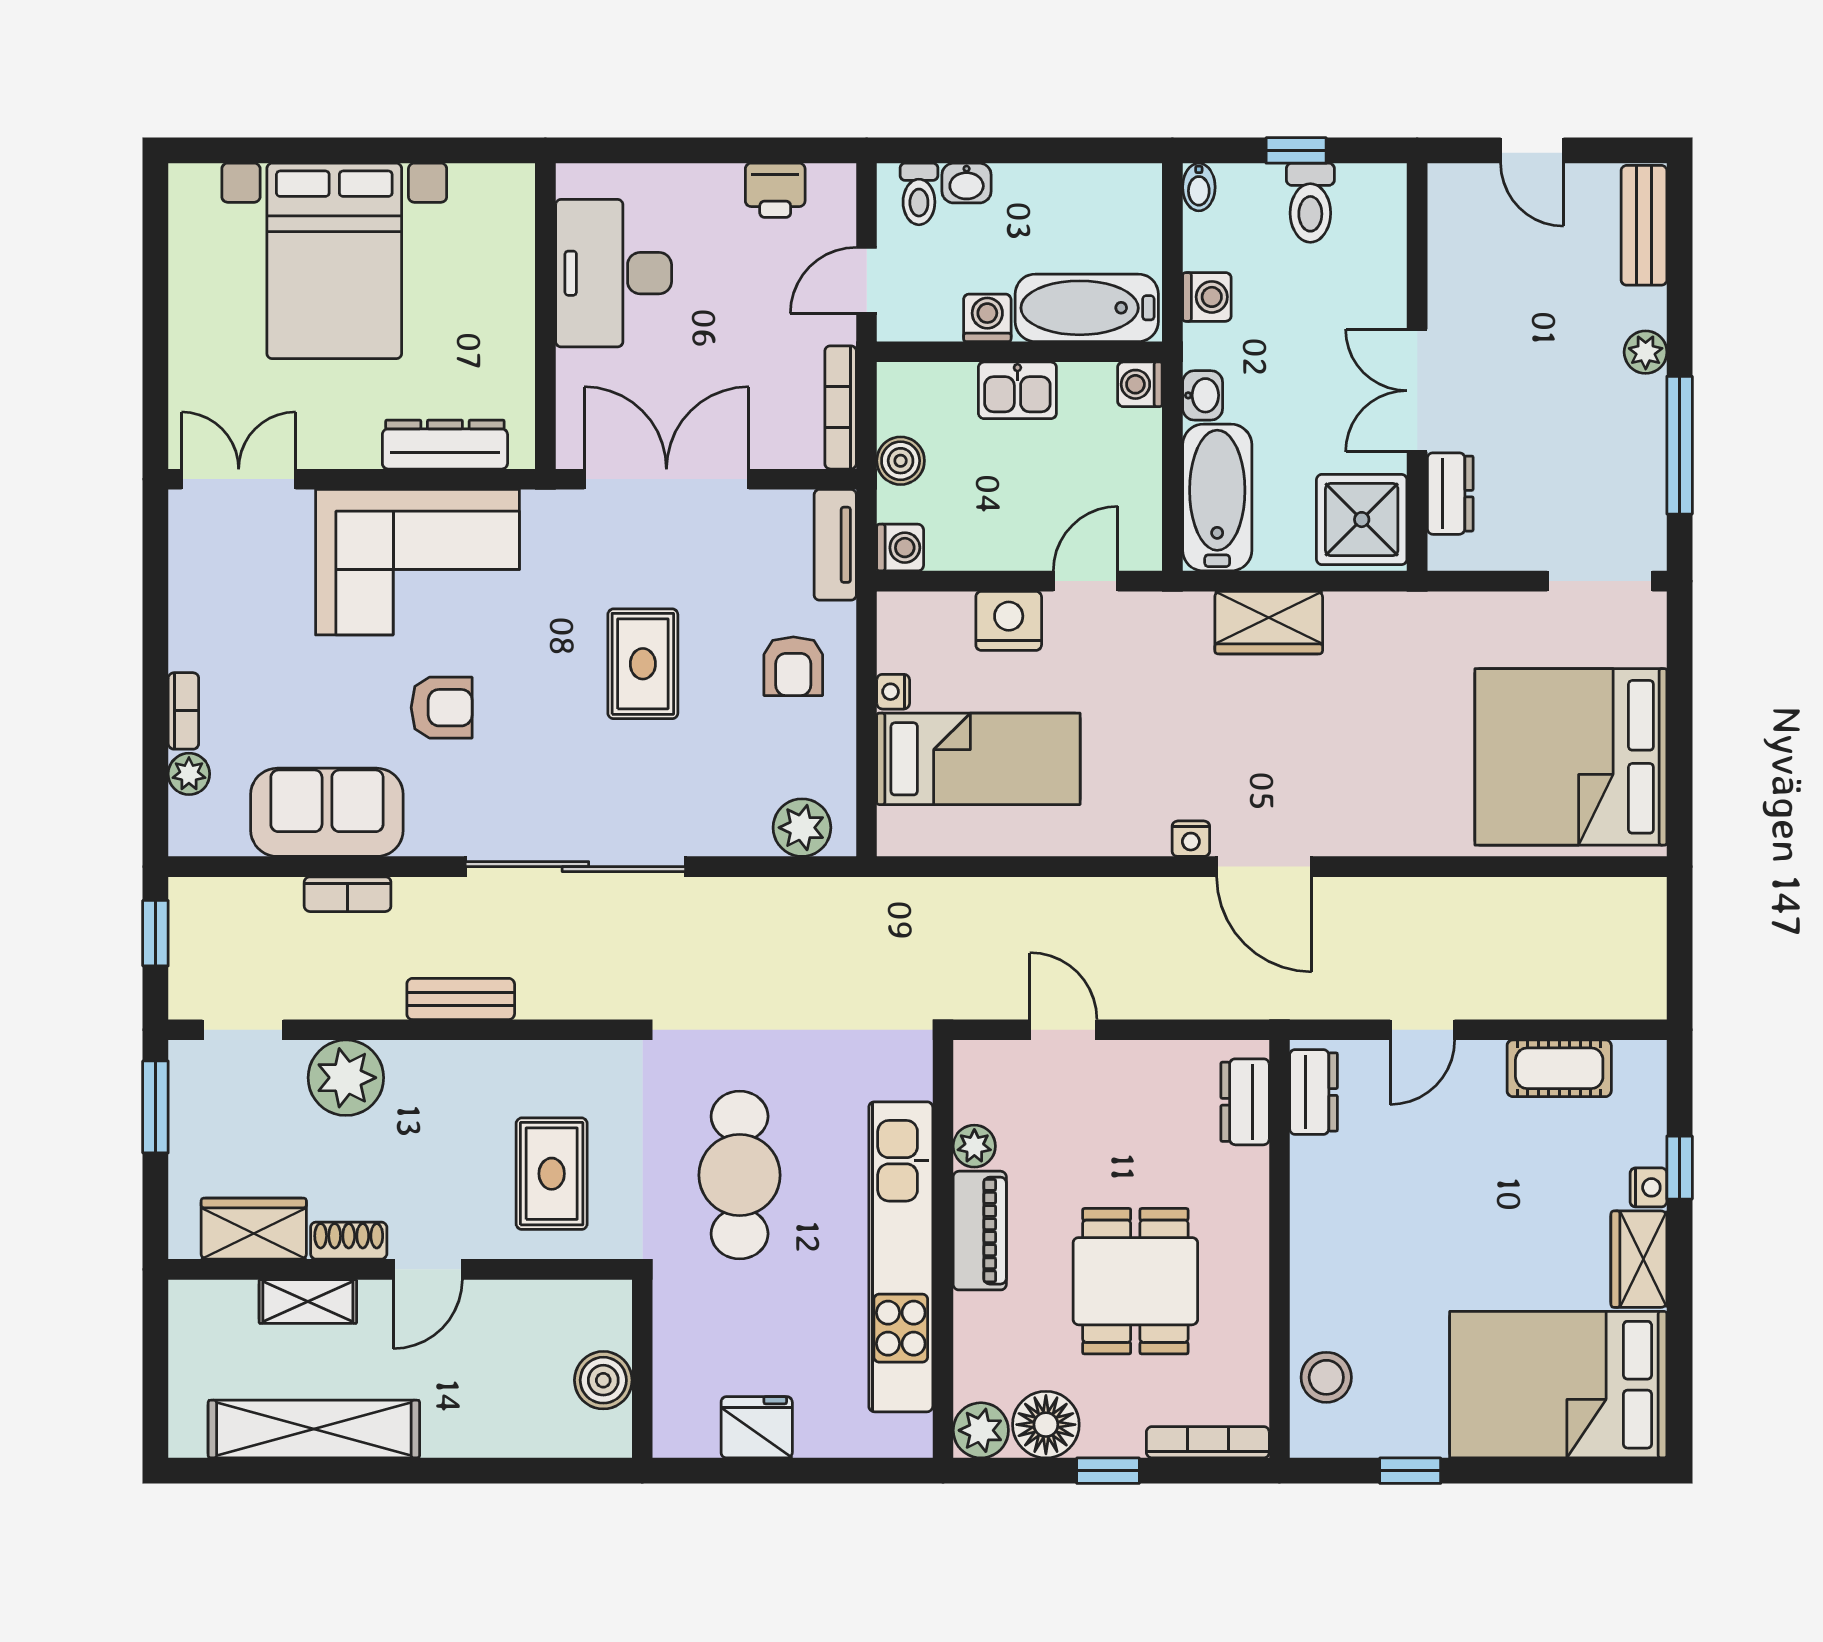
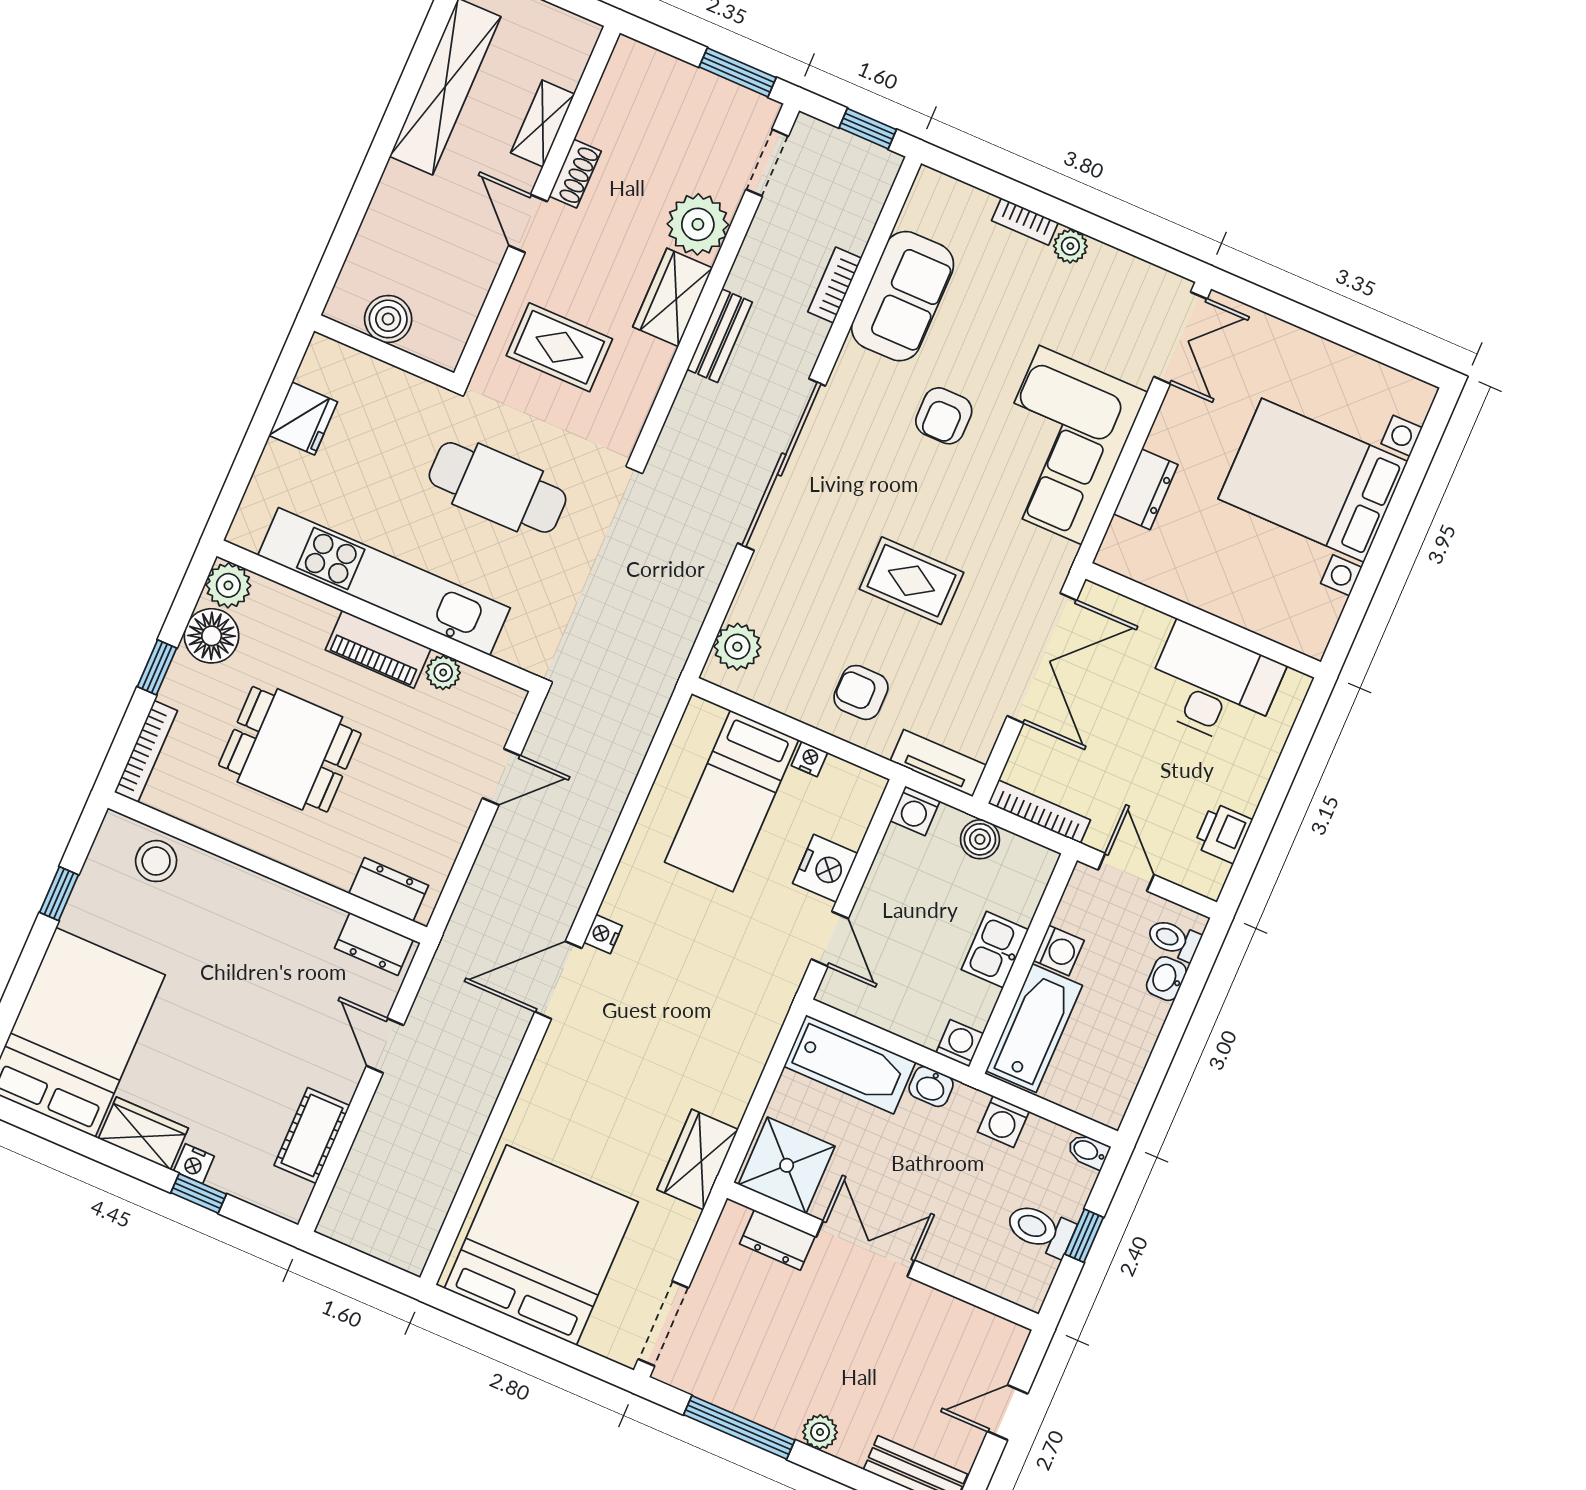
dresser: (445, 445) -> (1146, 489), width x0.70
wardrobe: (1269, 623) -> (698, 1159), moved
plant: (189, 774) -> (1070, 246), moved
wardrobe: (254, 1229) -> (673, 297), moved, turned 180

